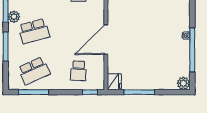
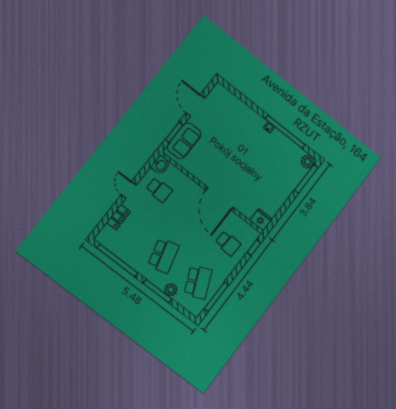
plant: (14, 17) -> (171, 290), moved
window: (139, 92) -> (306, 179), moved

